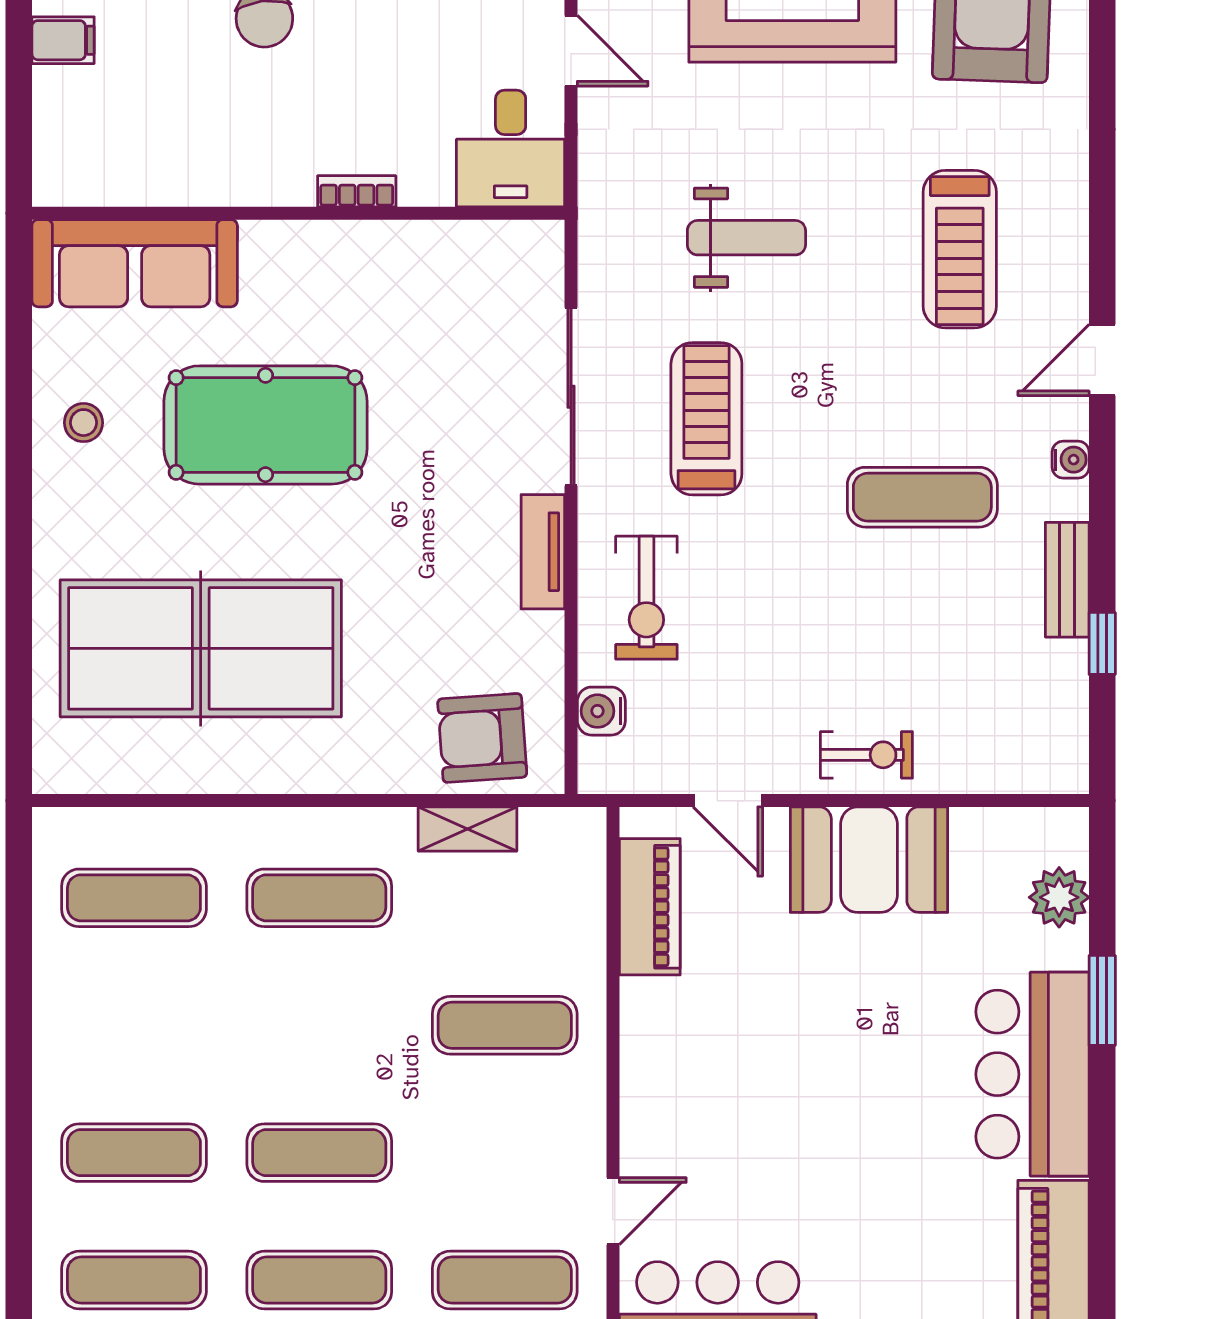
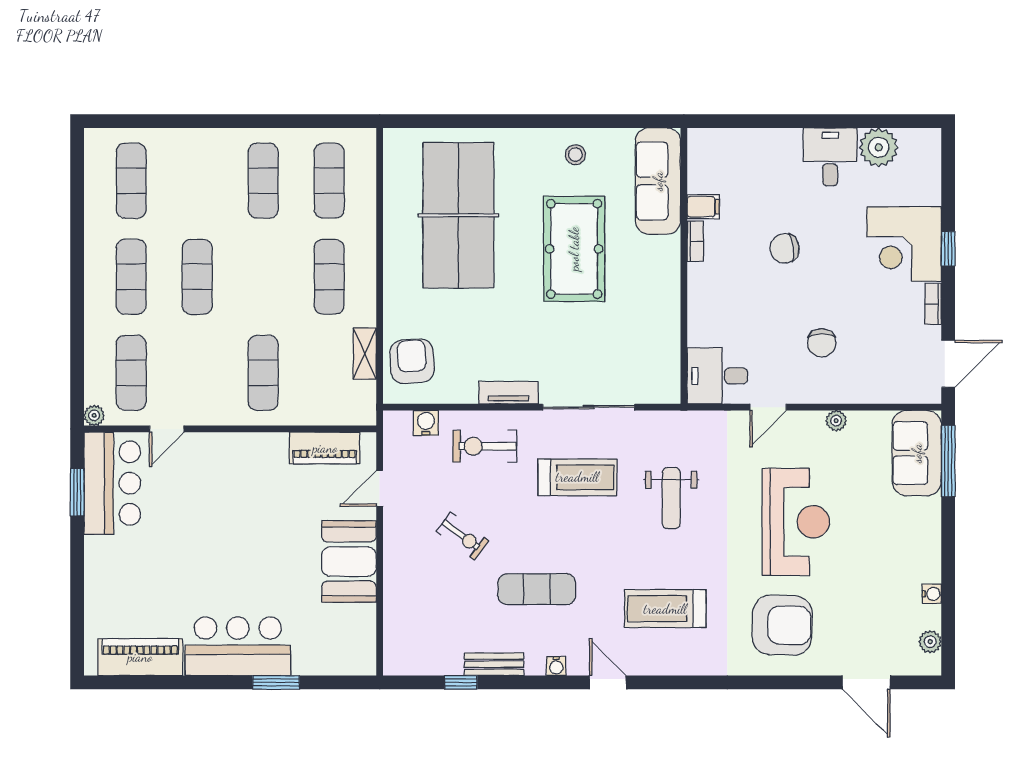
filing cabinet: (63, 40) -> (703, 207), moved, turned -90
bookcase: (357, 191) -> (695, 241), moved
exercise mat: (922, 497) -> (537, 589), turned 90
exercise bike: (866, 755) -> (462, 536), moved, turned -53
plant: (1059, 897) -> (329, 660), removed
exercise mat: (134, 1153) -> (263, 181), moved
door: (613, 1211) -> (167, 429), hinge flipped

